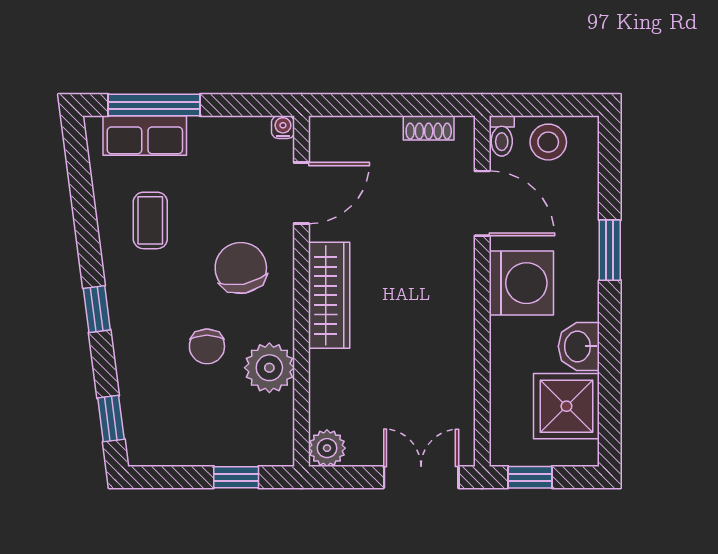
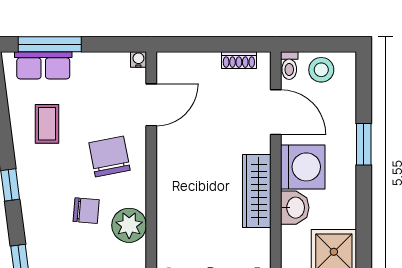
wardrobe: (329, 295) -> (257, 191), moved, turned 180
chair: (207, 346) -> (86, 211), turned -85
washbasin: (579, 346) -> (295, 208), moved, turned 180

